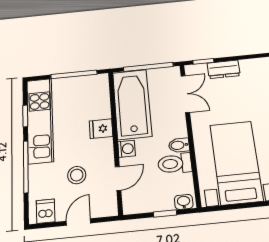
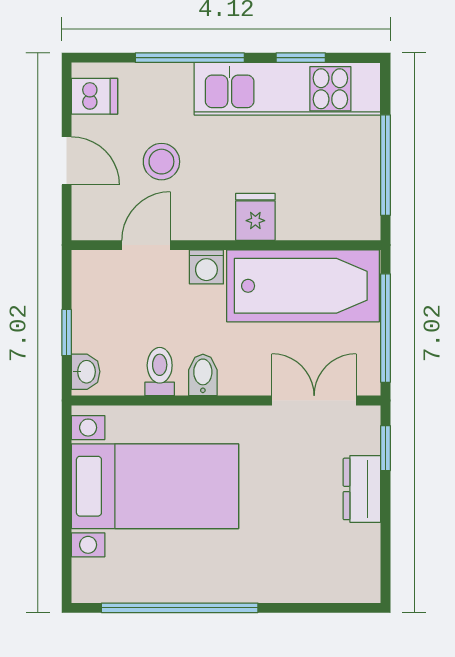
double door: (185, 94) -> (314, 401), swing flipped
toilet: (175, 164) -> (160, 372), width x0.73, depth x0.72
door: (118, 178) -> (146, 245), swing flipped

